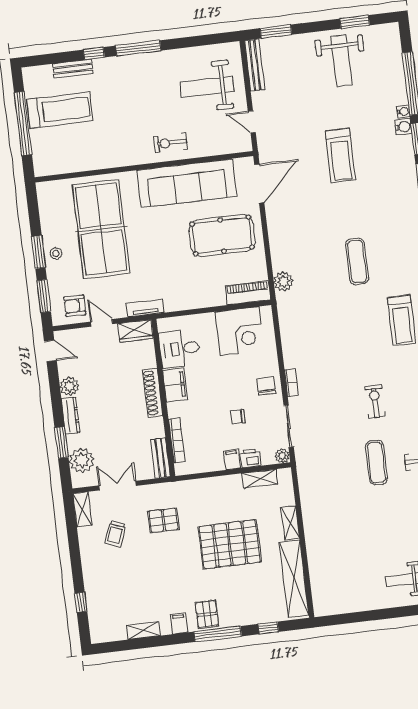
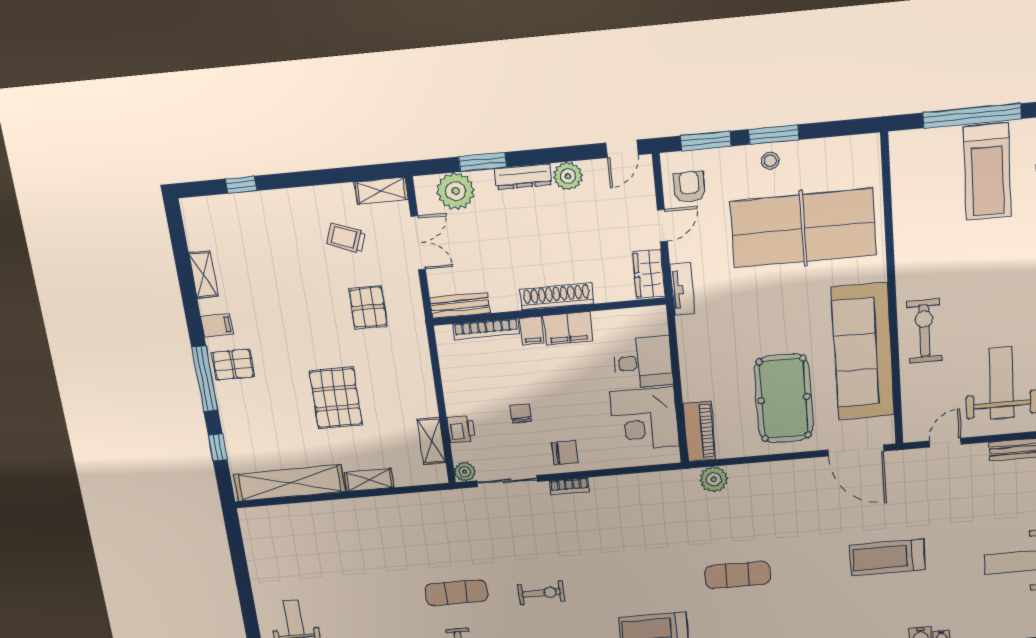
exercise bike: (171, 143) -> (924, 331), width x1.38, depth x1.39
desk: (179, 349) -> (643, 362), moved, turned 90
filing cabinet: (232, 459) -> (532, 330), moved, turned 90
pallet: (230, 544) -> (336, 398), width x0.73, depth x0.71

